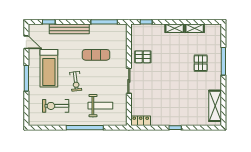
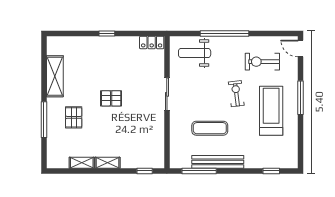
bench: (69, 29) -> (218, 162), moved
door: (26, 42) -> (300, 48), moved
pallet: (143, 57) -> (111, 98), moved
exercise bike: (56, 106) -> (262, 62), turned 180
weight bench: (100, 106) -> (195, 53), moved
shelving: (215, 106) -> (55, 76), moved

